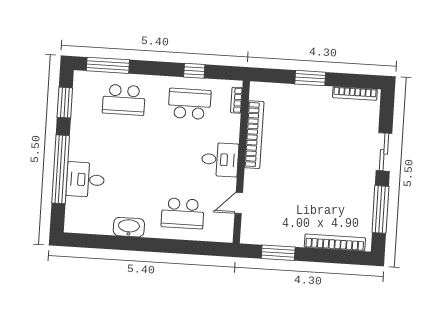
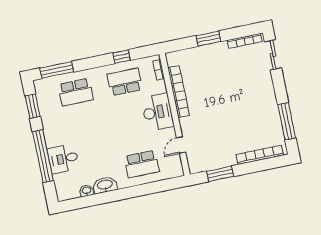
sliding door: (384, 152) -> (273, 55), moved
desk: (220, 160) -> (157, 112), width x1.37
washbasin: (104, 228) -> (86, 191), added

